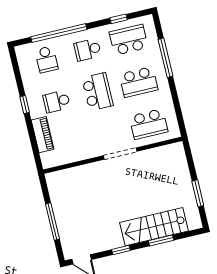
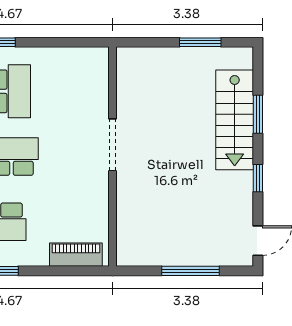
school desk: (149, 124) -> (78, 91), removed
piano: (43, 135) -> (76, 255), moved

